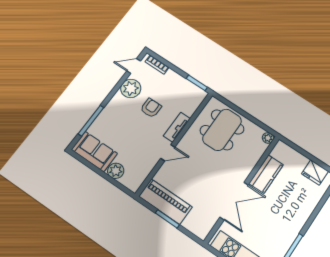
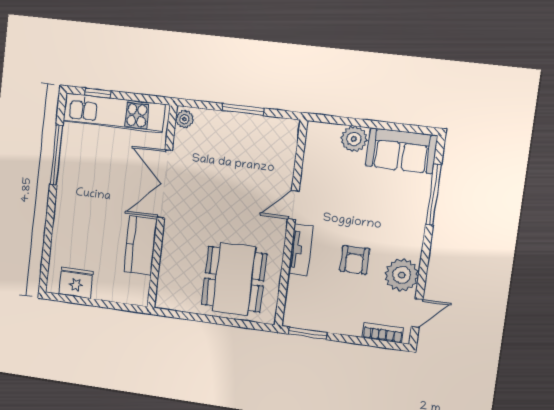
plant: (268, 138) -> (184, 119), moved
piano: (165, 202) -> (259, 132), removed

